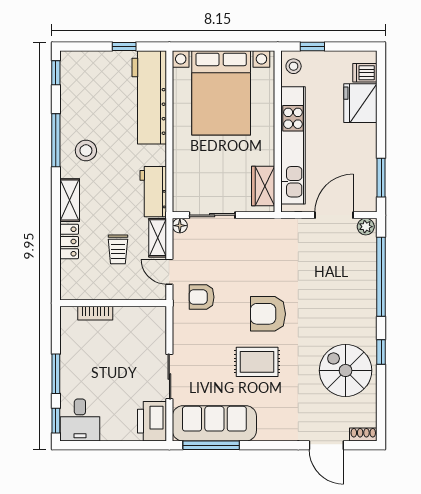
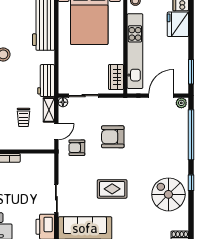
door: (169, 272) -> (56, 132), swing flipped
armchair: (268, 314) -> (113, 137), moved

